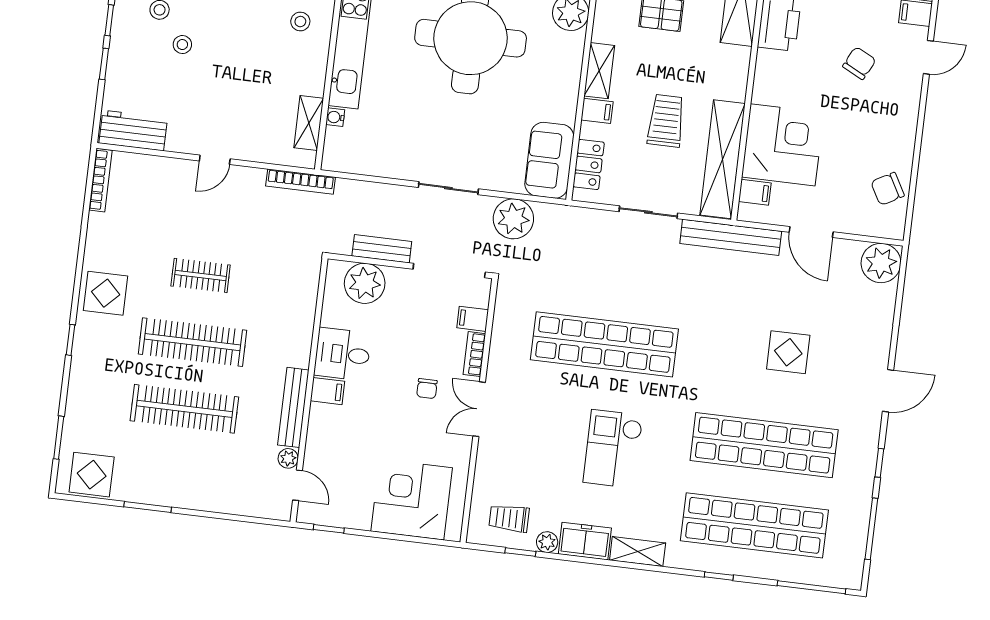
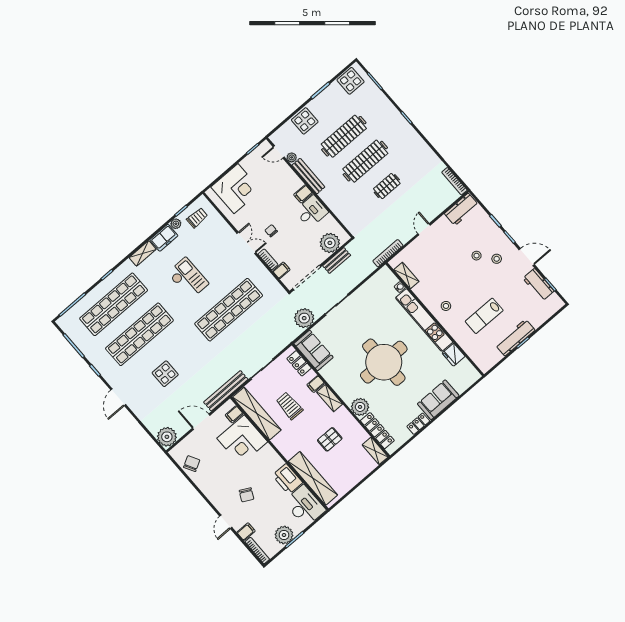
trolley: (666, 121) -> (289, 406), turned 180
display table: (106, 293) -> (305, 121), moved

